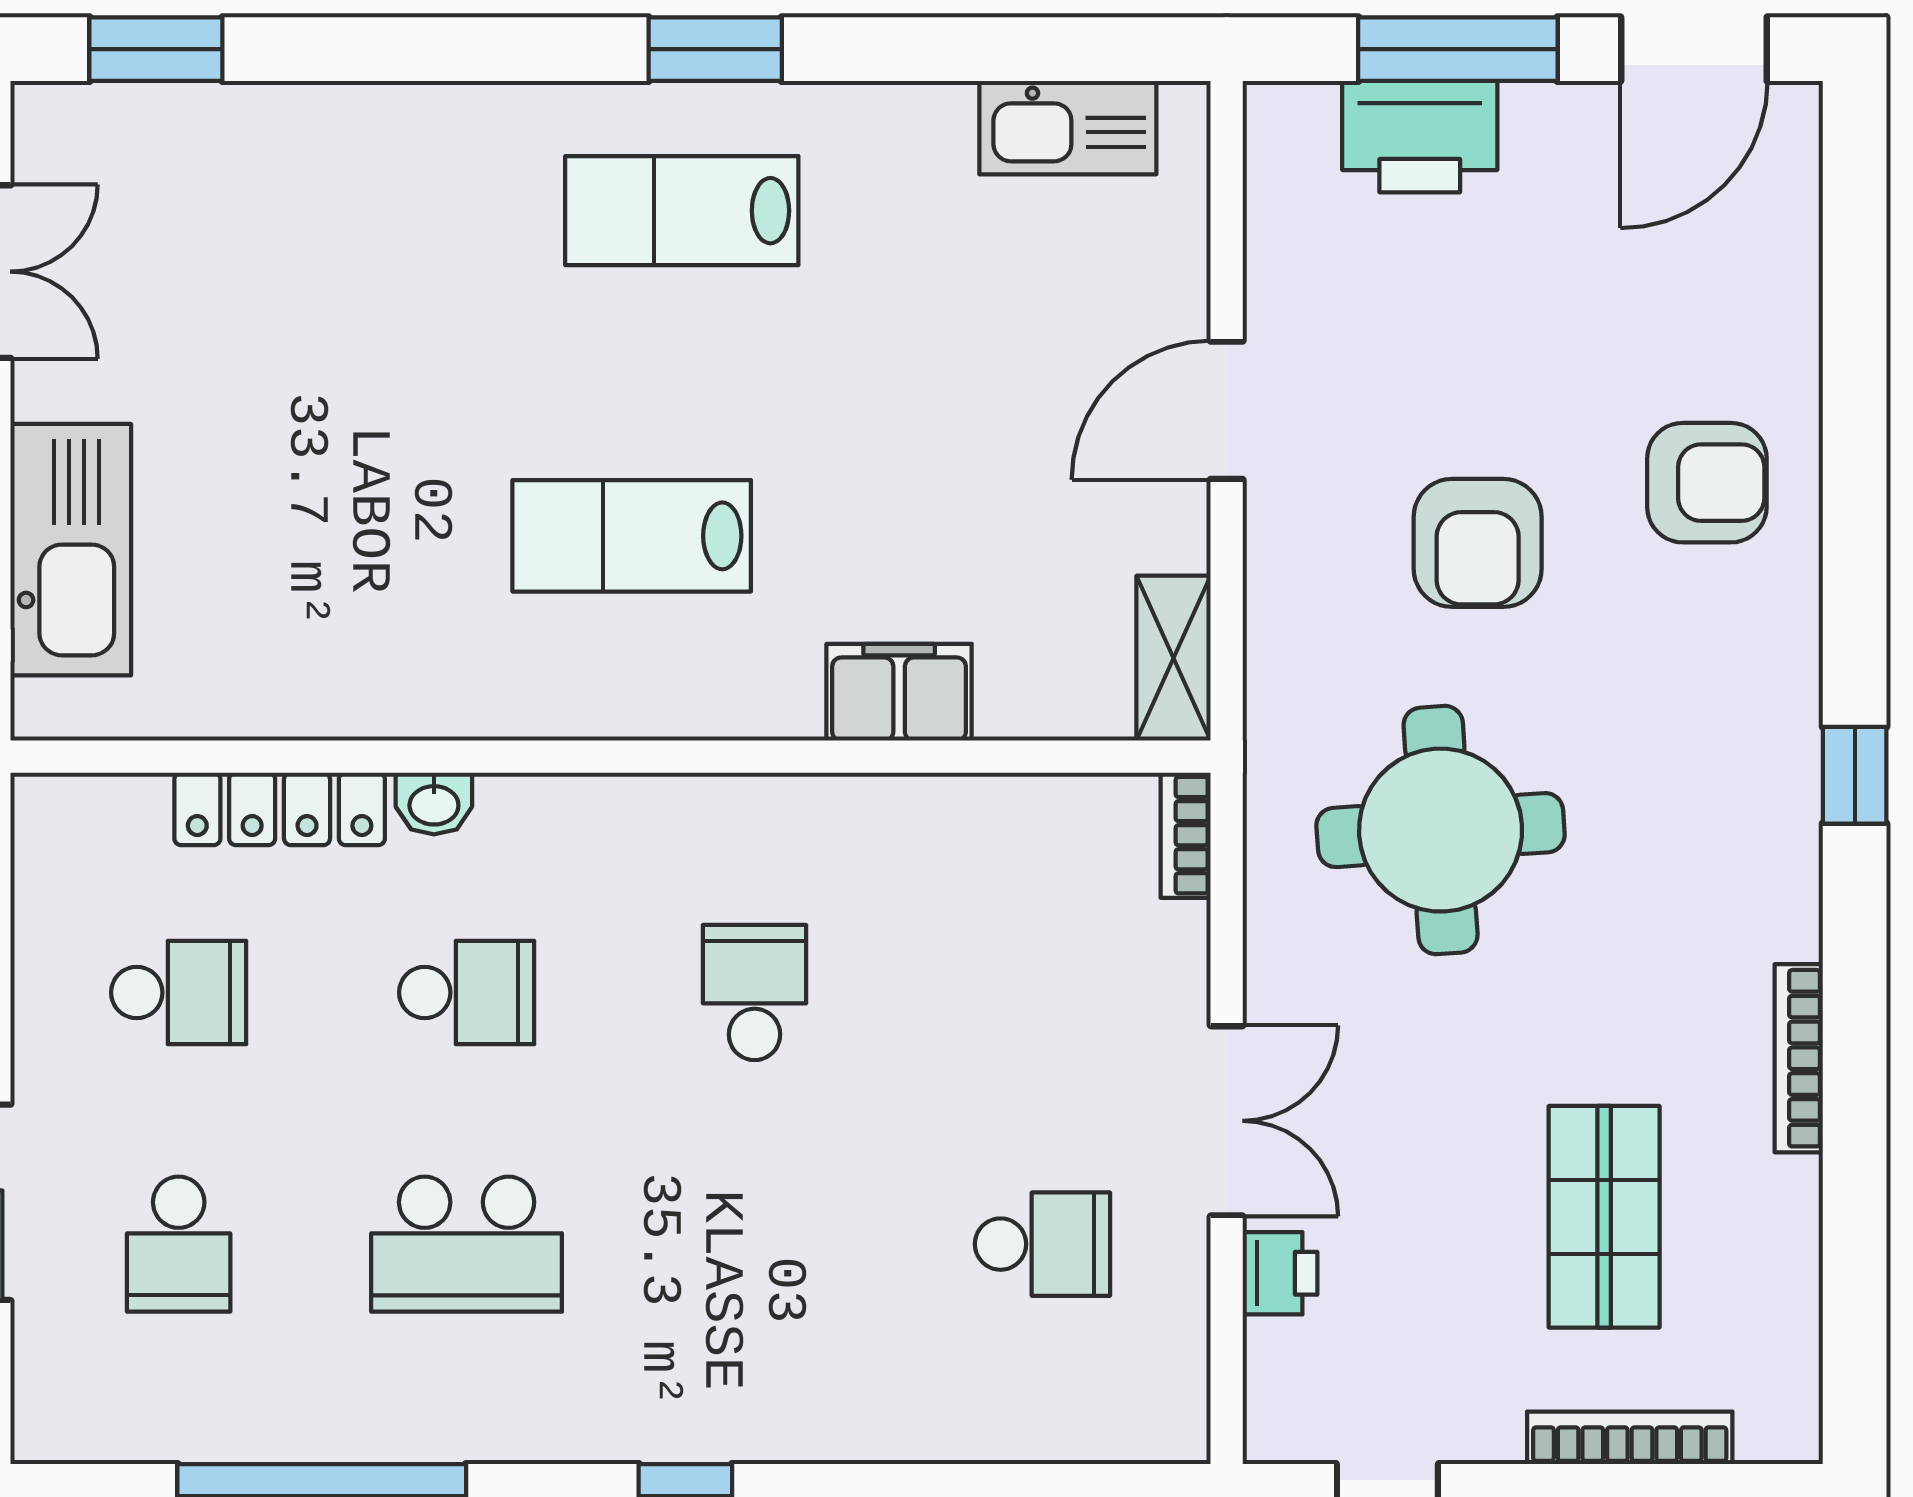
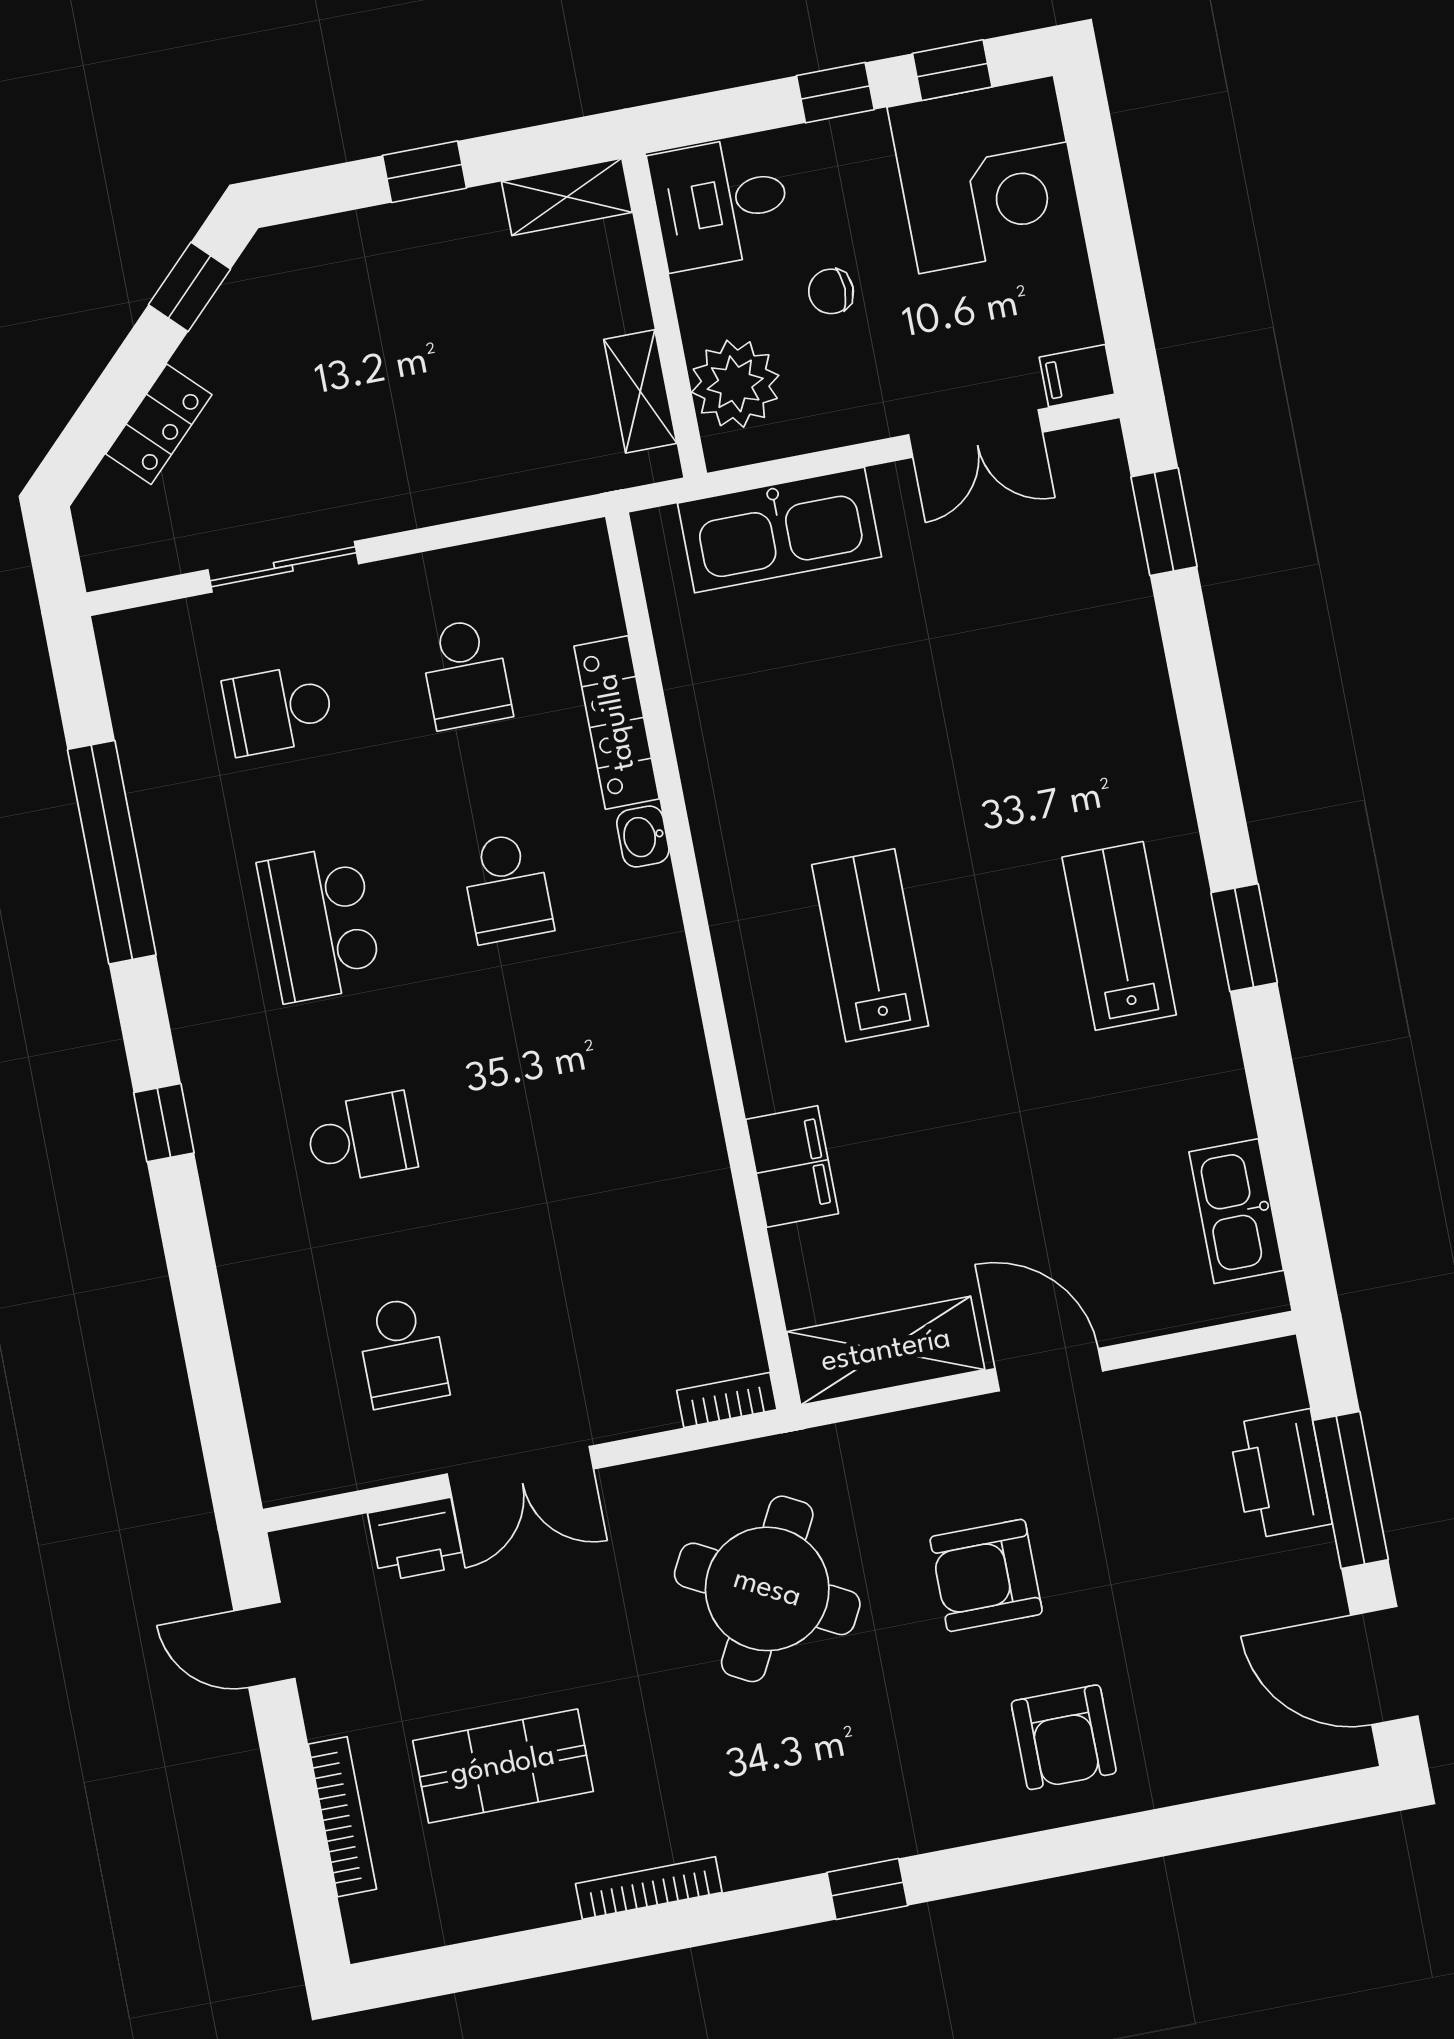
shelving: (1174, 658) -> (886, 1351), width x1.50, depth x1.33
round table: (1441, 830) -> (767, 1589), turned 32
school desk: (755, 993) -> (361, 1138), moved
printer: (1280, 1273) -> (416, 1540), width x1.36, depth x1.24

